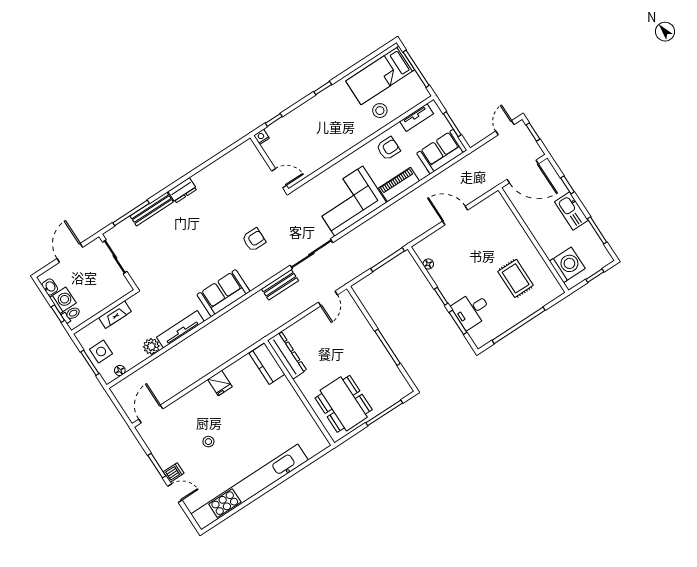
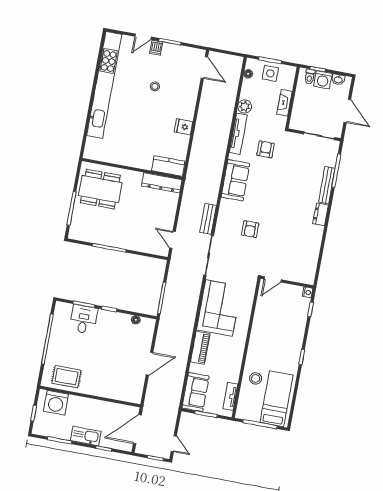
armchair: (388, 148) -> (266, 149), moved, turned 180
rug: (516, 278) -> (67, 377), moved

